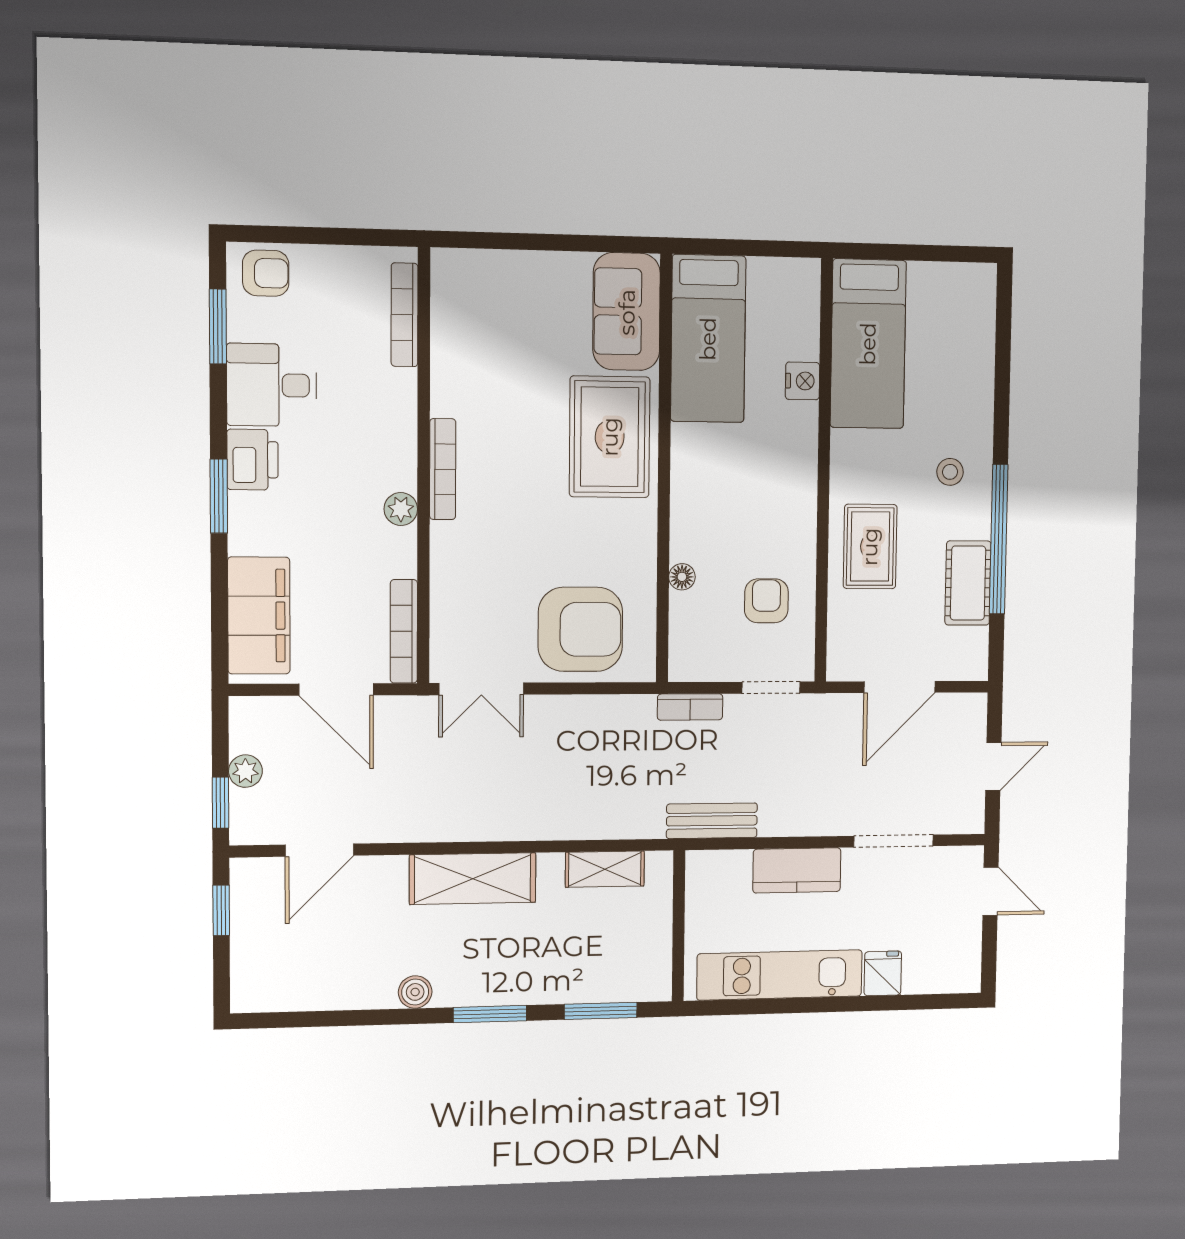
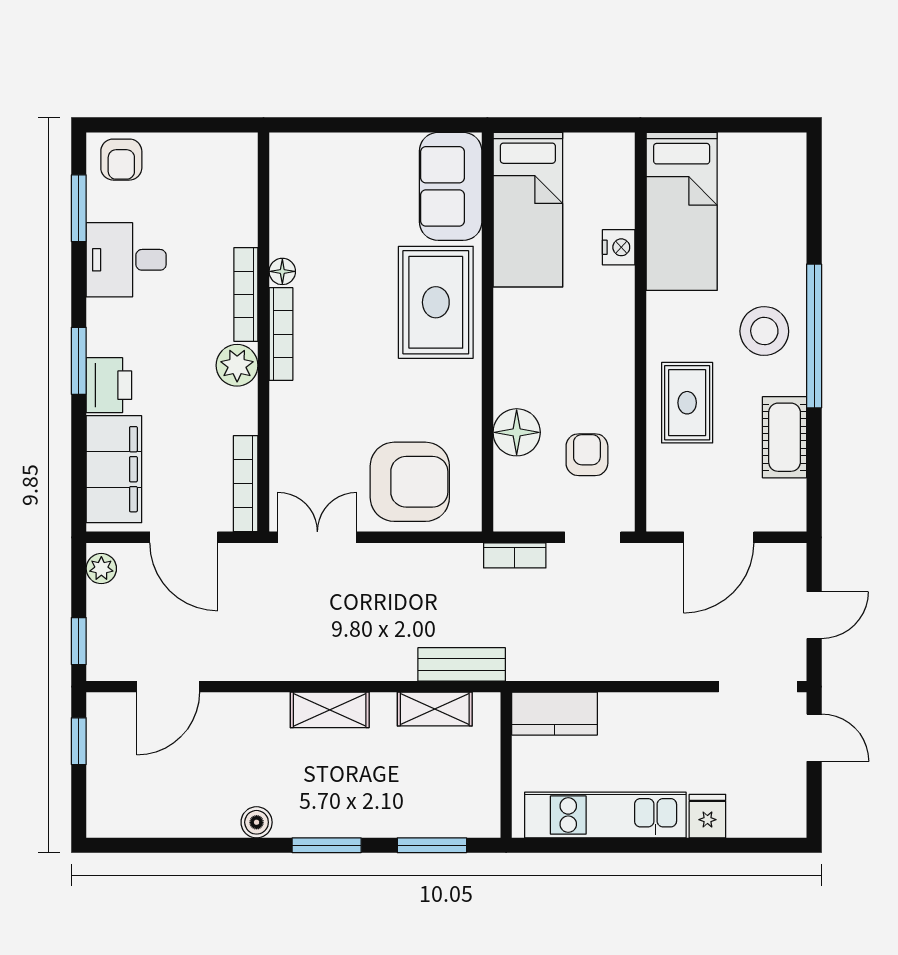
armchair: (266, 273) -> (121, 160), turned 90
bookcase: (405, 315) -> (246, 295), moved
floor lamp: (444, 401) -> (282, 271), added
printer: (253, 460) -> (109, 385), moved
stool: (950, 472) -> (764, 331), width x1.89, depth x1.89
plant: (401, 509) -> (237, 365), width x1.38, depth x1.38
window: (999, 539) -> (814, 336), moved
floor lamp: (682, 577) -> (517, 432), width x1.89, depth x1.89
double door: (481, 689) -> (317, 537), swing flipped
plant: (245, 771) -> (101, 569), moved
bench: (712, 821) -> (462, 664), moved
doorway: (893, 841) -> (758, 687), moved
kitchen counter: (797, 870) -> (554, 714), moved
shelving: (473, 879) -> (330, 710), width x0.67, depth x0.75

